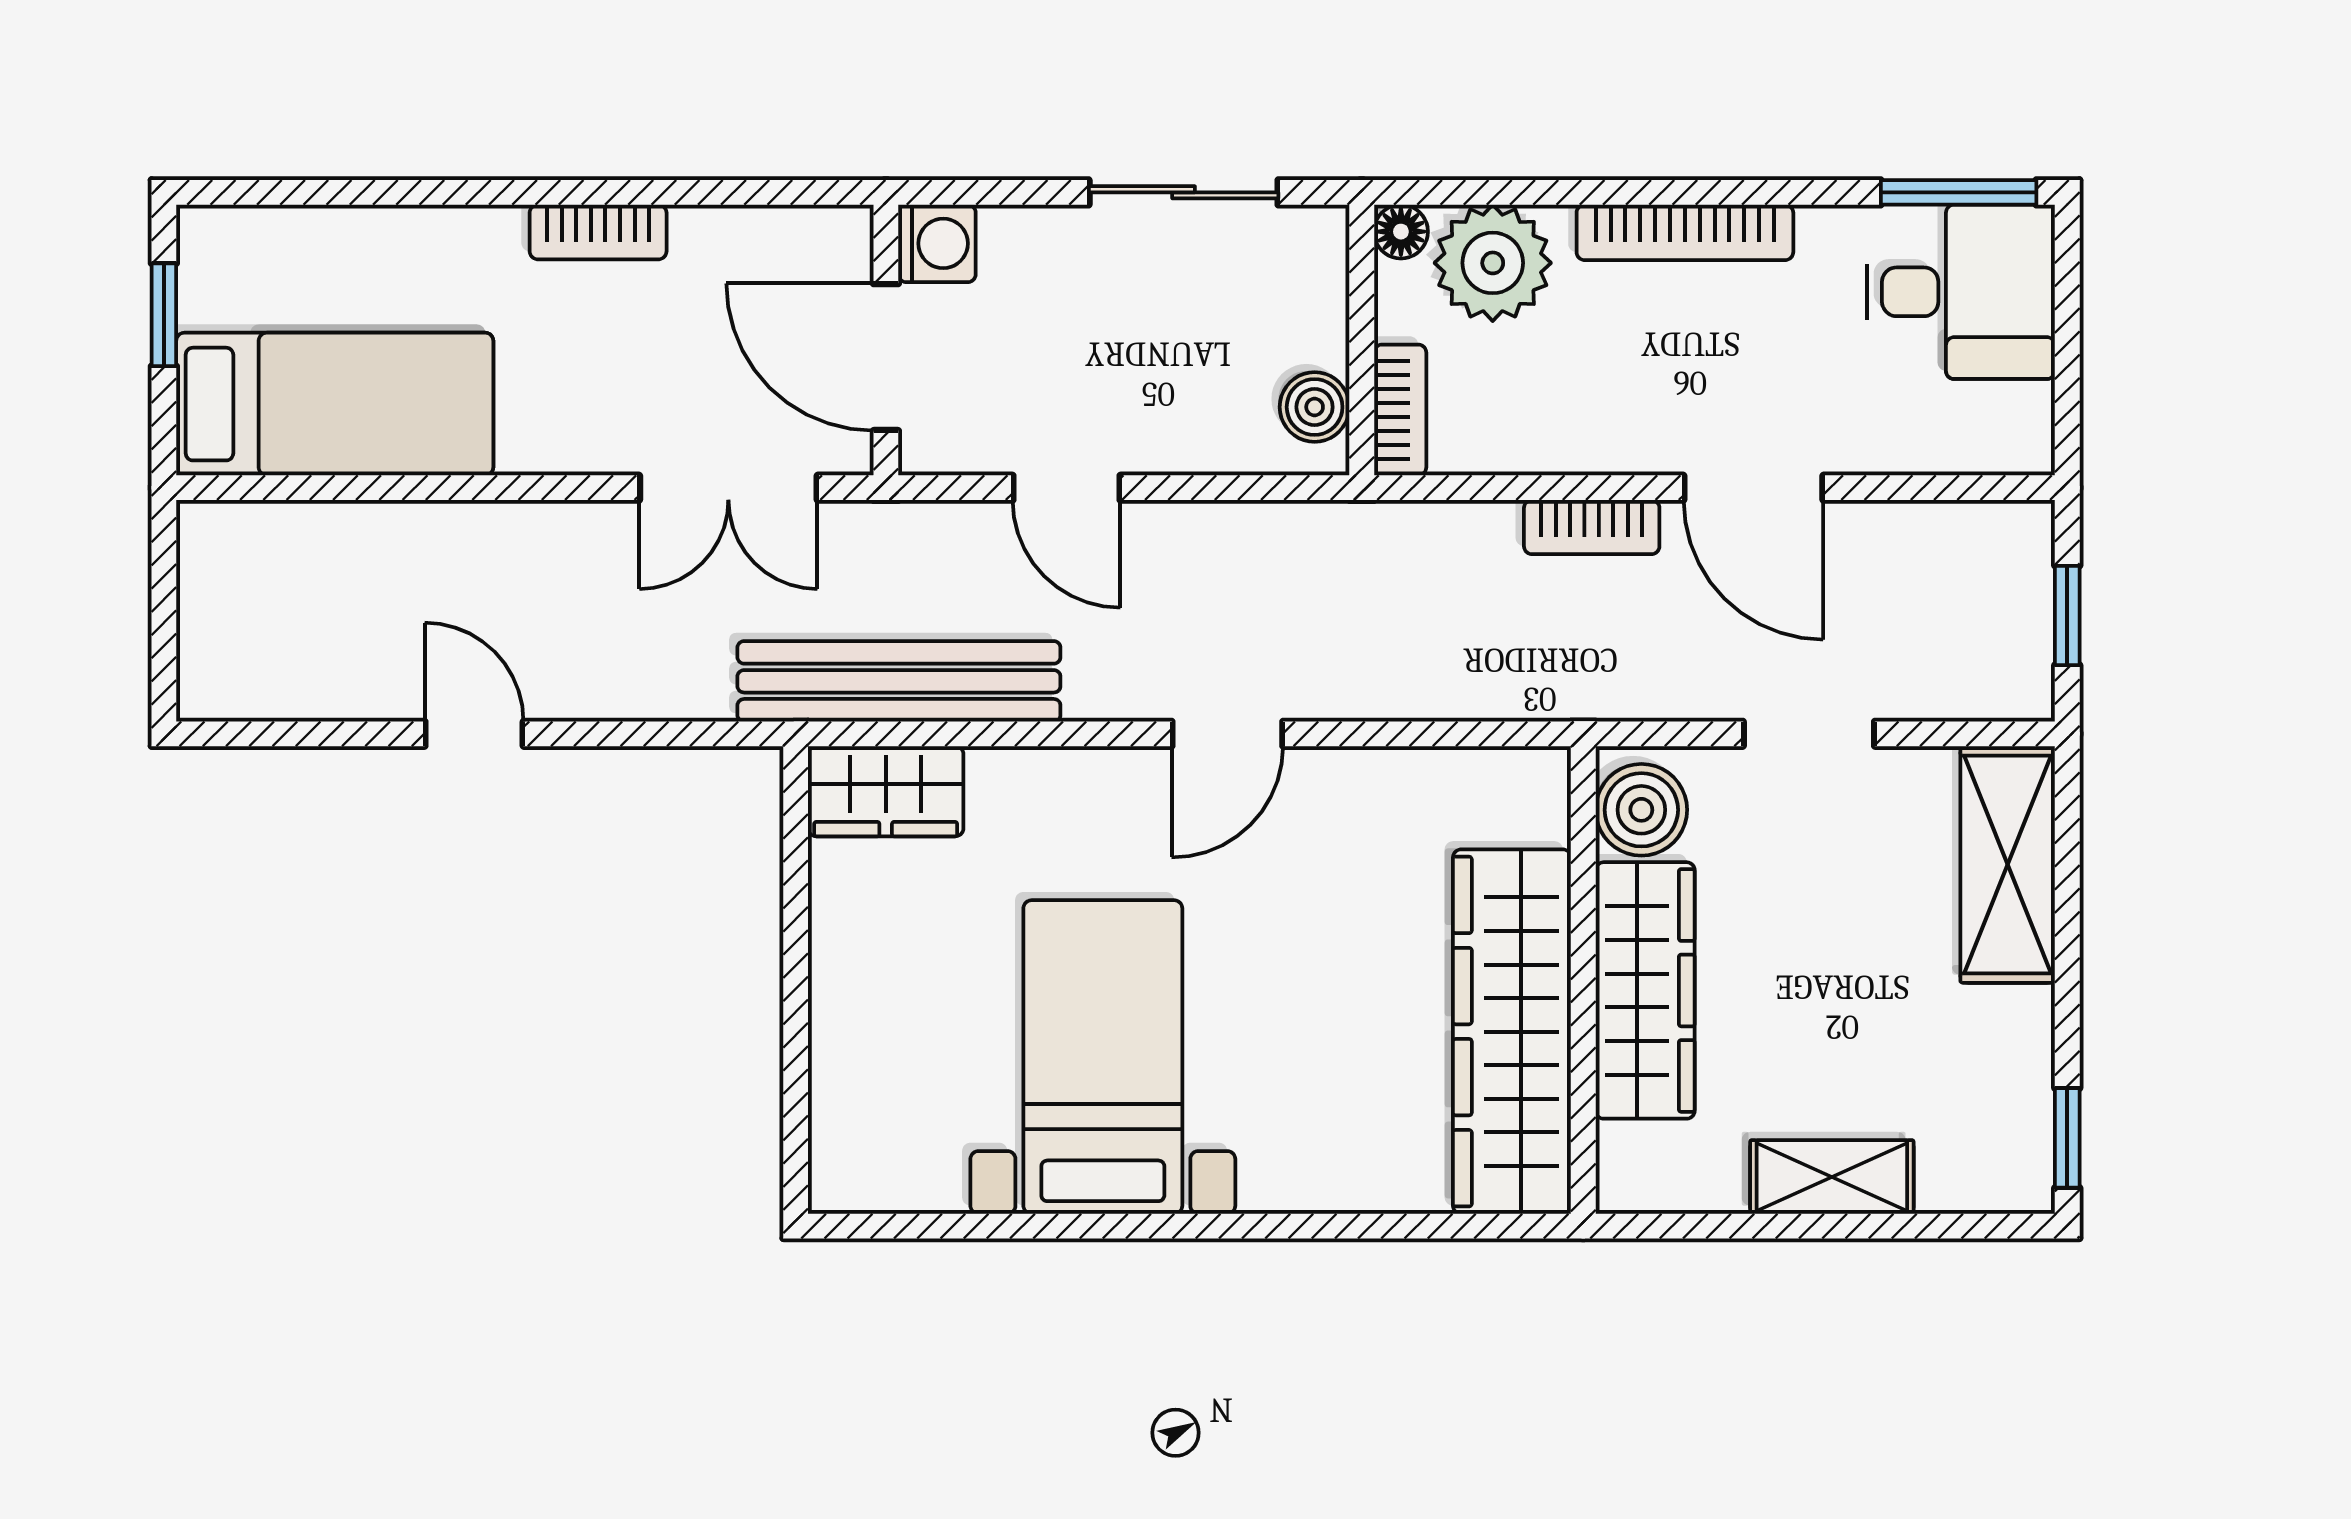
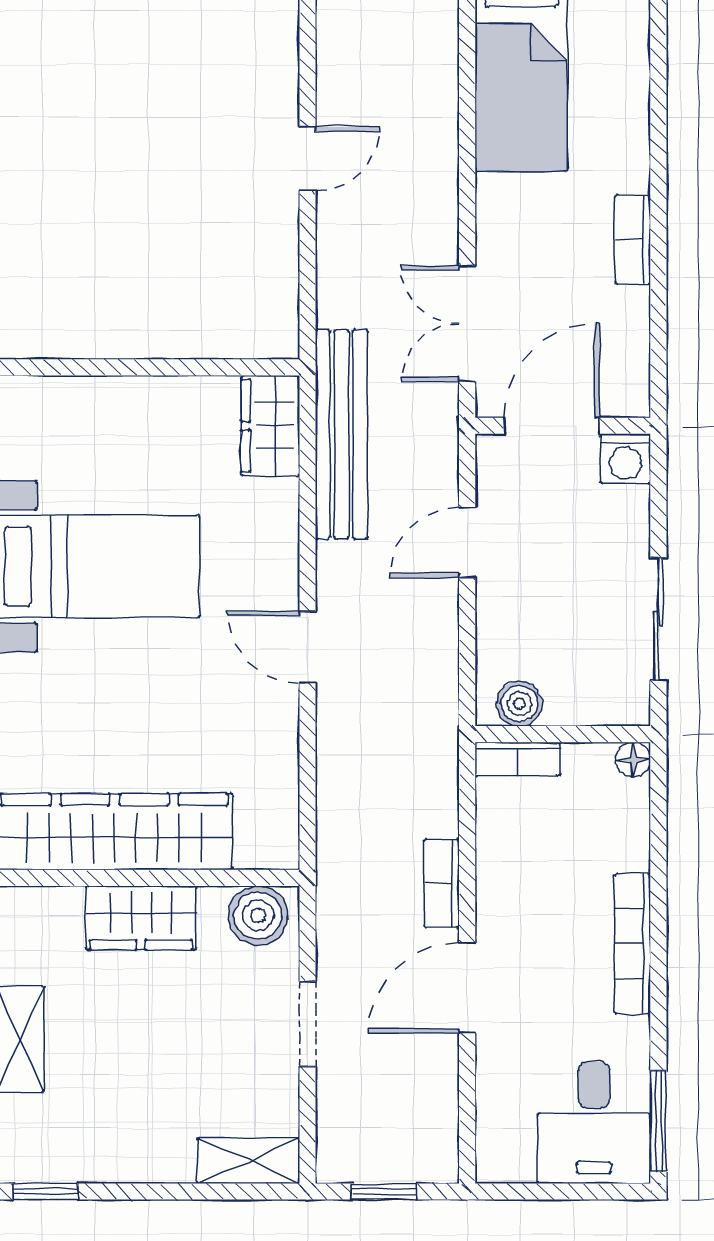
plant: (1493, 263) -> (613, 819), removed
shelving: (2008, 864) -> (248, 1161), width x0.67, depth x0.75
wardrobe: (1645, 990) -> (141, 918), width x0.67

